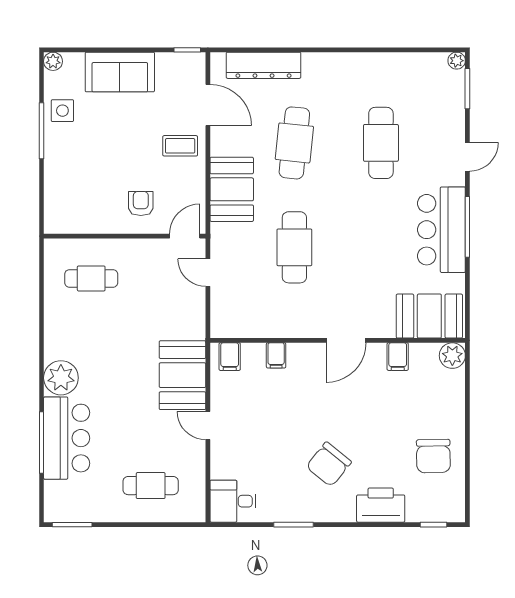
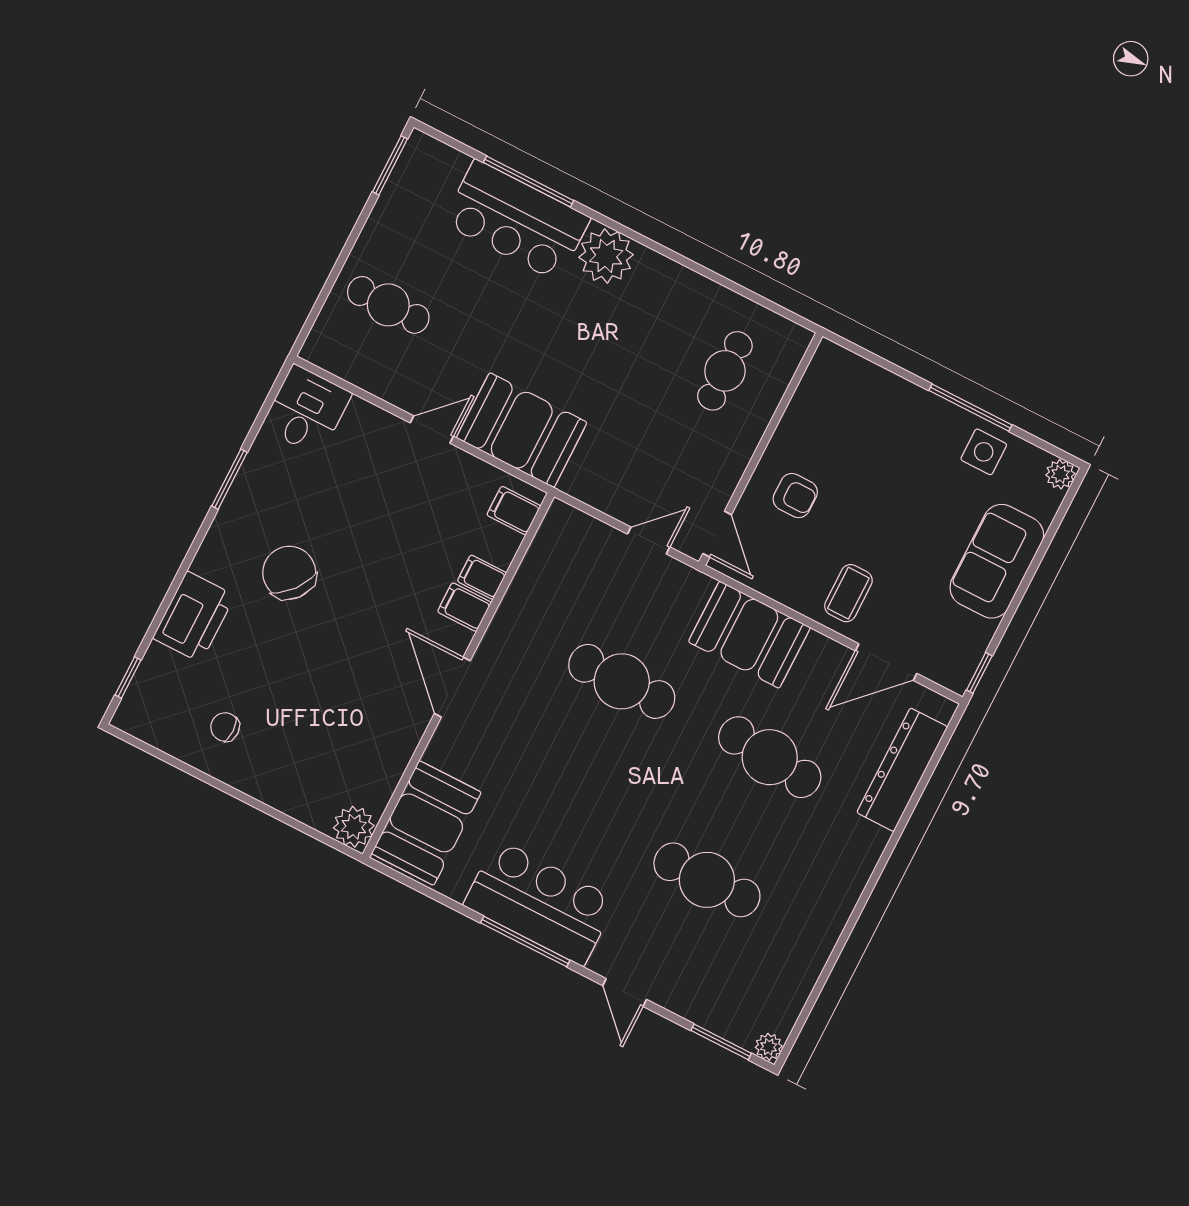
filing cabinet: (398, 357) -> (464, 607), moved
chair: (433, 456) -> (225, 727), width x0.54, depth x0.54
cafe table: (151, 486) -> (388, 305), turned 90

